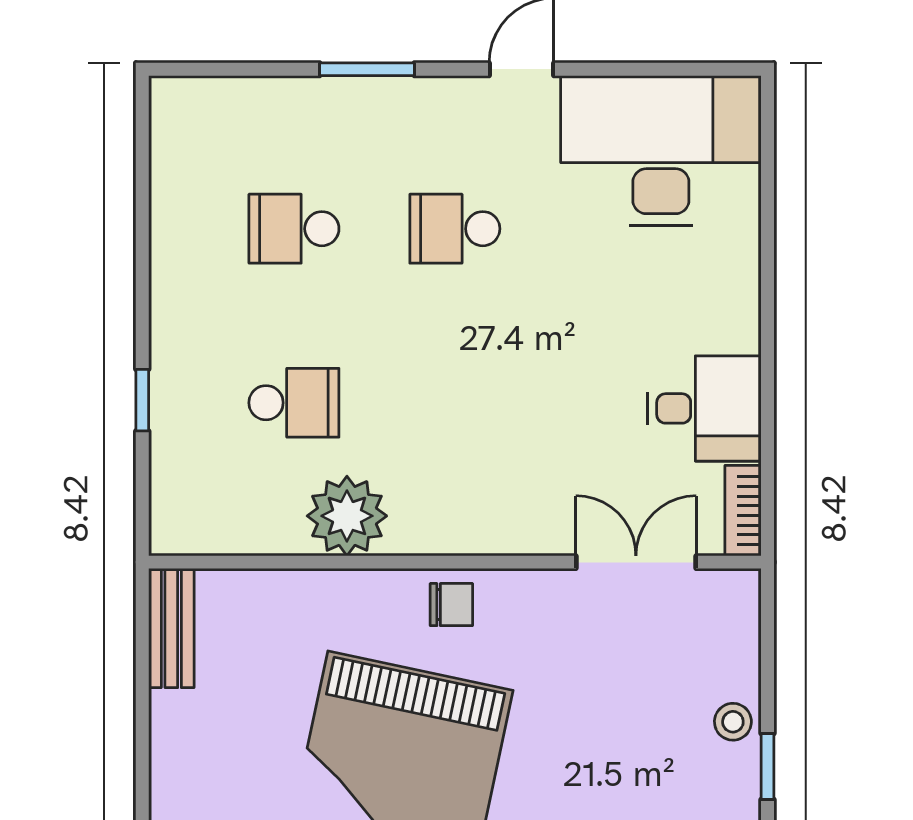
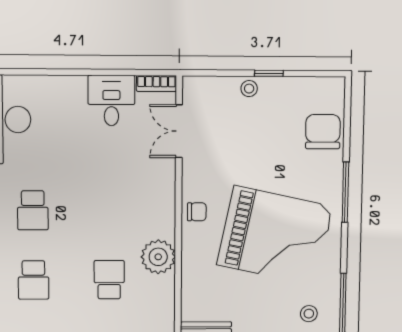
chair: (451, 605) -> (197, 212), turned 90

